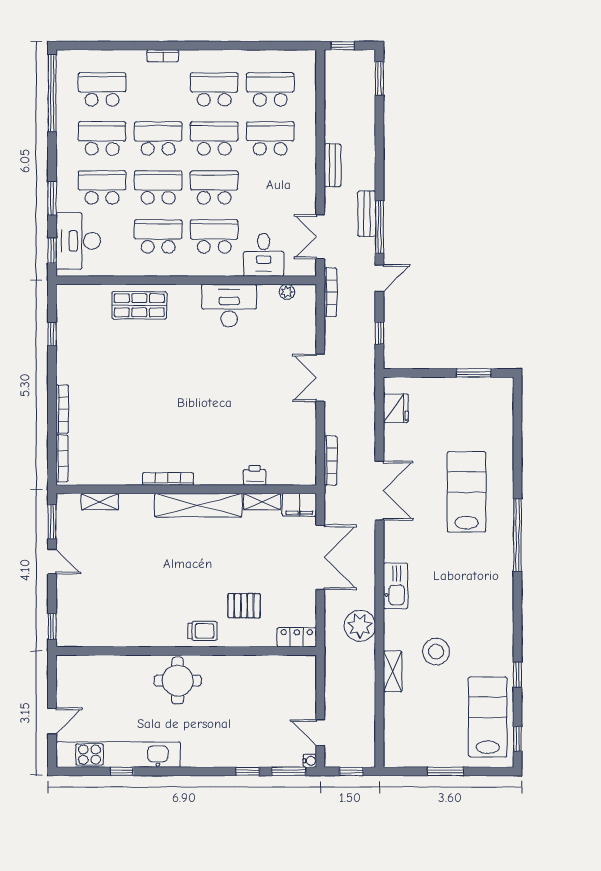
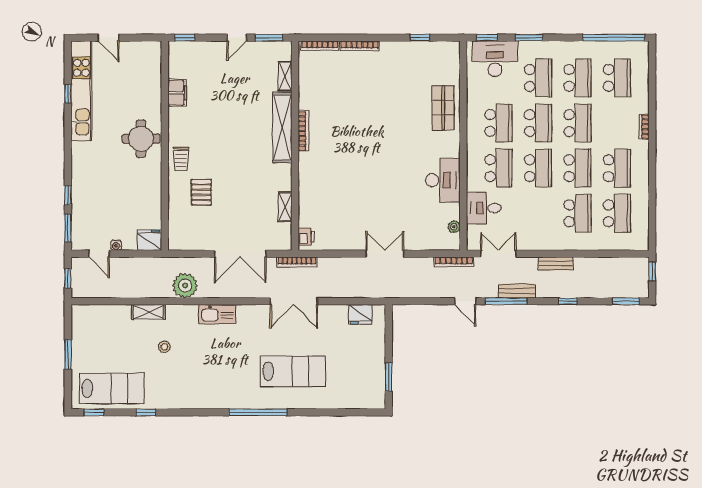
window: (379, 333) -> (568, 301), moved
bookcase: (331, 461) -> (297, 262), moved
printer: (255, 475) -> (306, 237), moved
shelving: (198, 505) -> (282, 128), moved
filing cabinet: (299, 505) -> (177, 93), moved, turned 180
locker: (297, 637) -> (176, 235), removed
stool: (436, 652) -> (164, 347), width x0.53, depth x0.53
fridge: (303, 670) -> (150, 240), added
door: (320, 733) -> (99, 254), swing flipped
water cooler: (310, 761) -> (116, 245), moved

